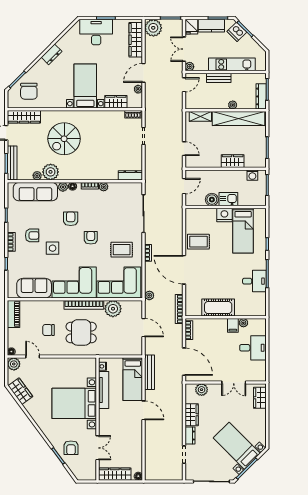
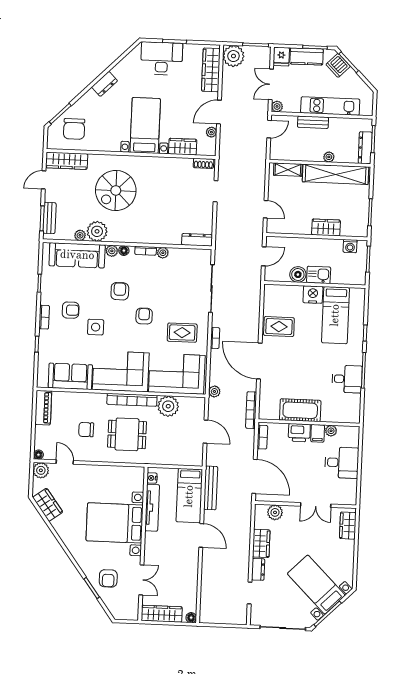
bench: (12, 163) -> (49, 218), width x0.73
printer: (218, 325) -> (299, 433), added

